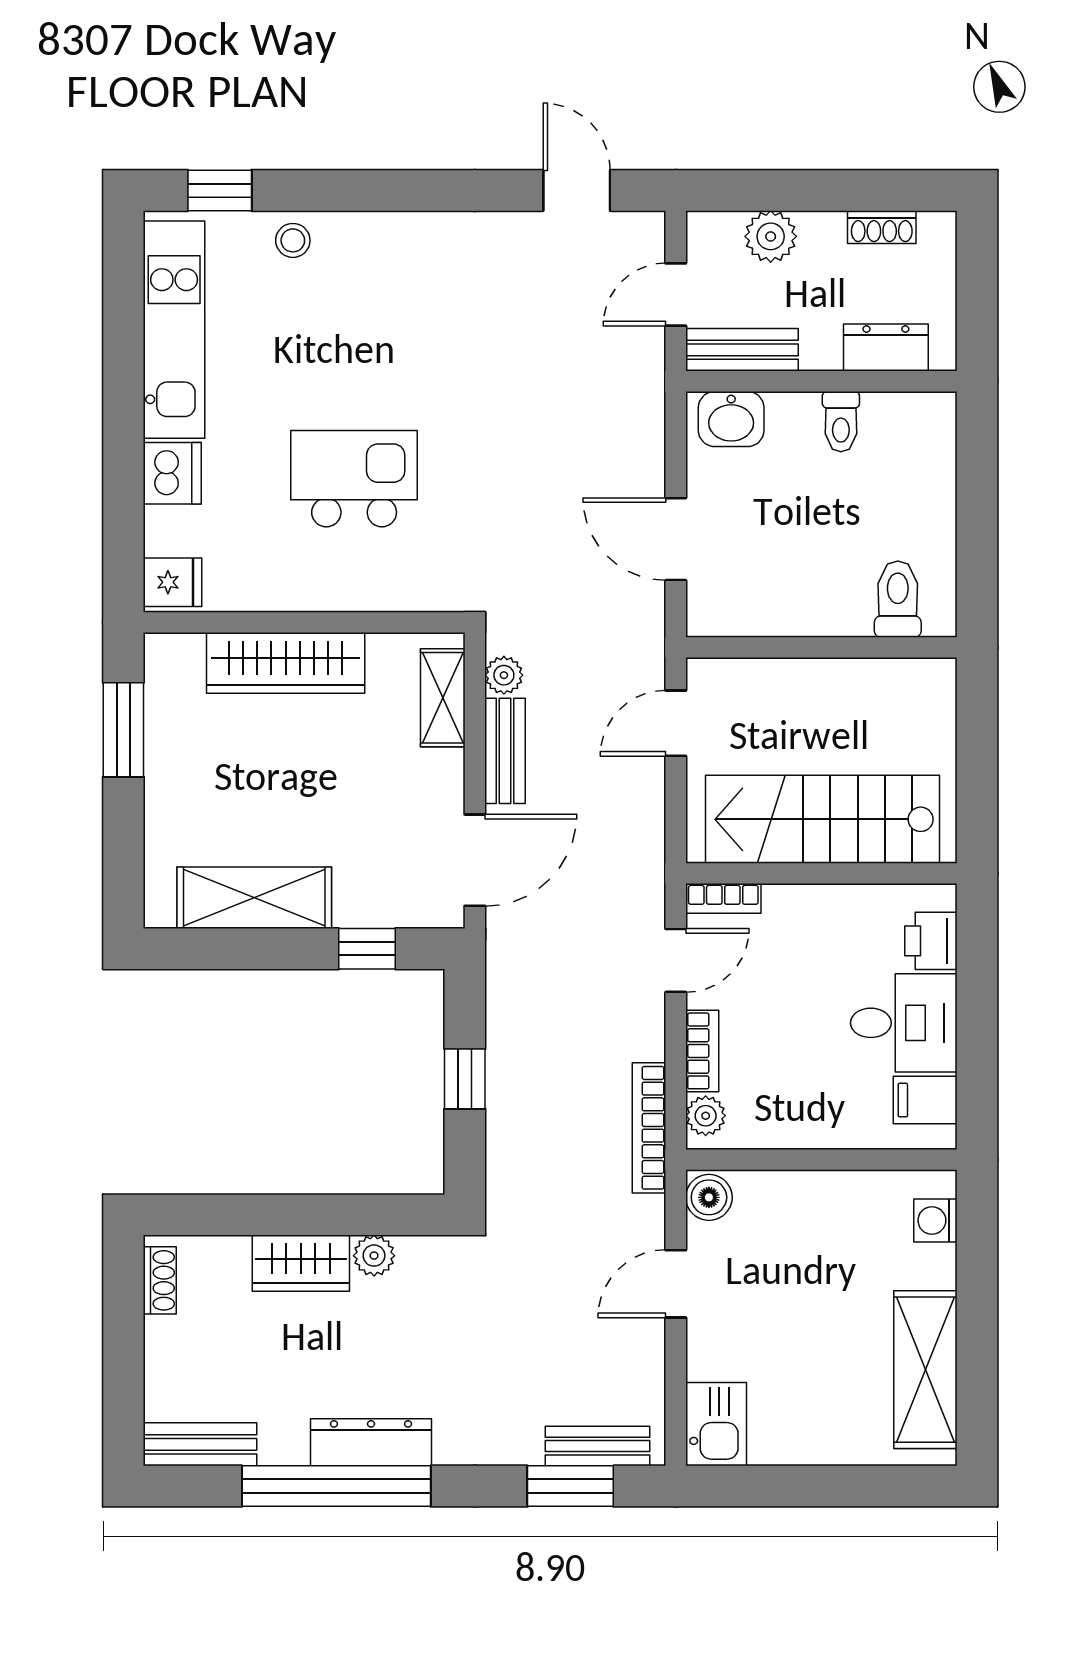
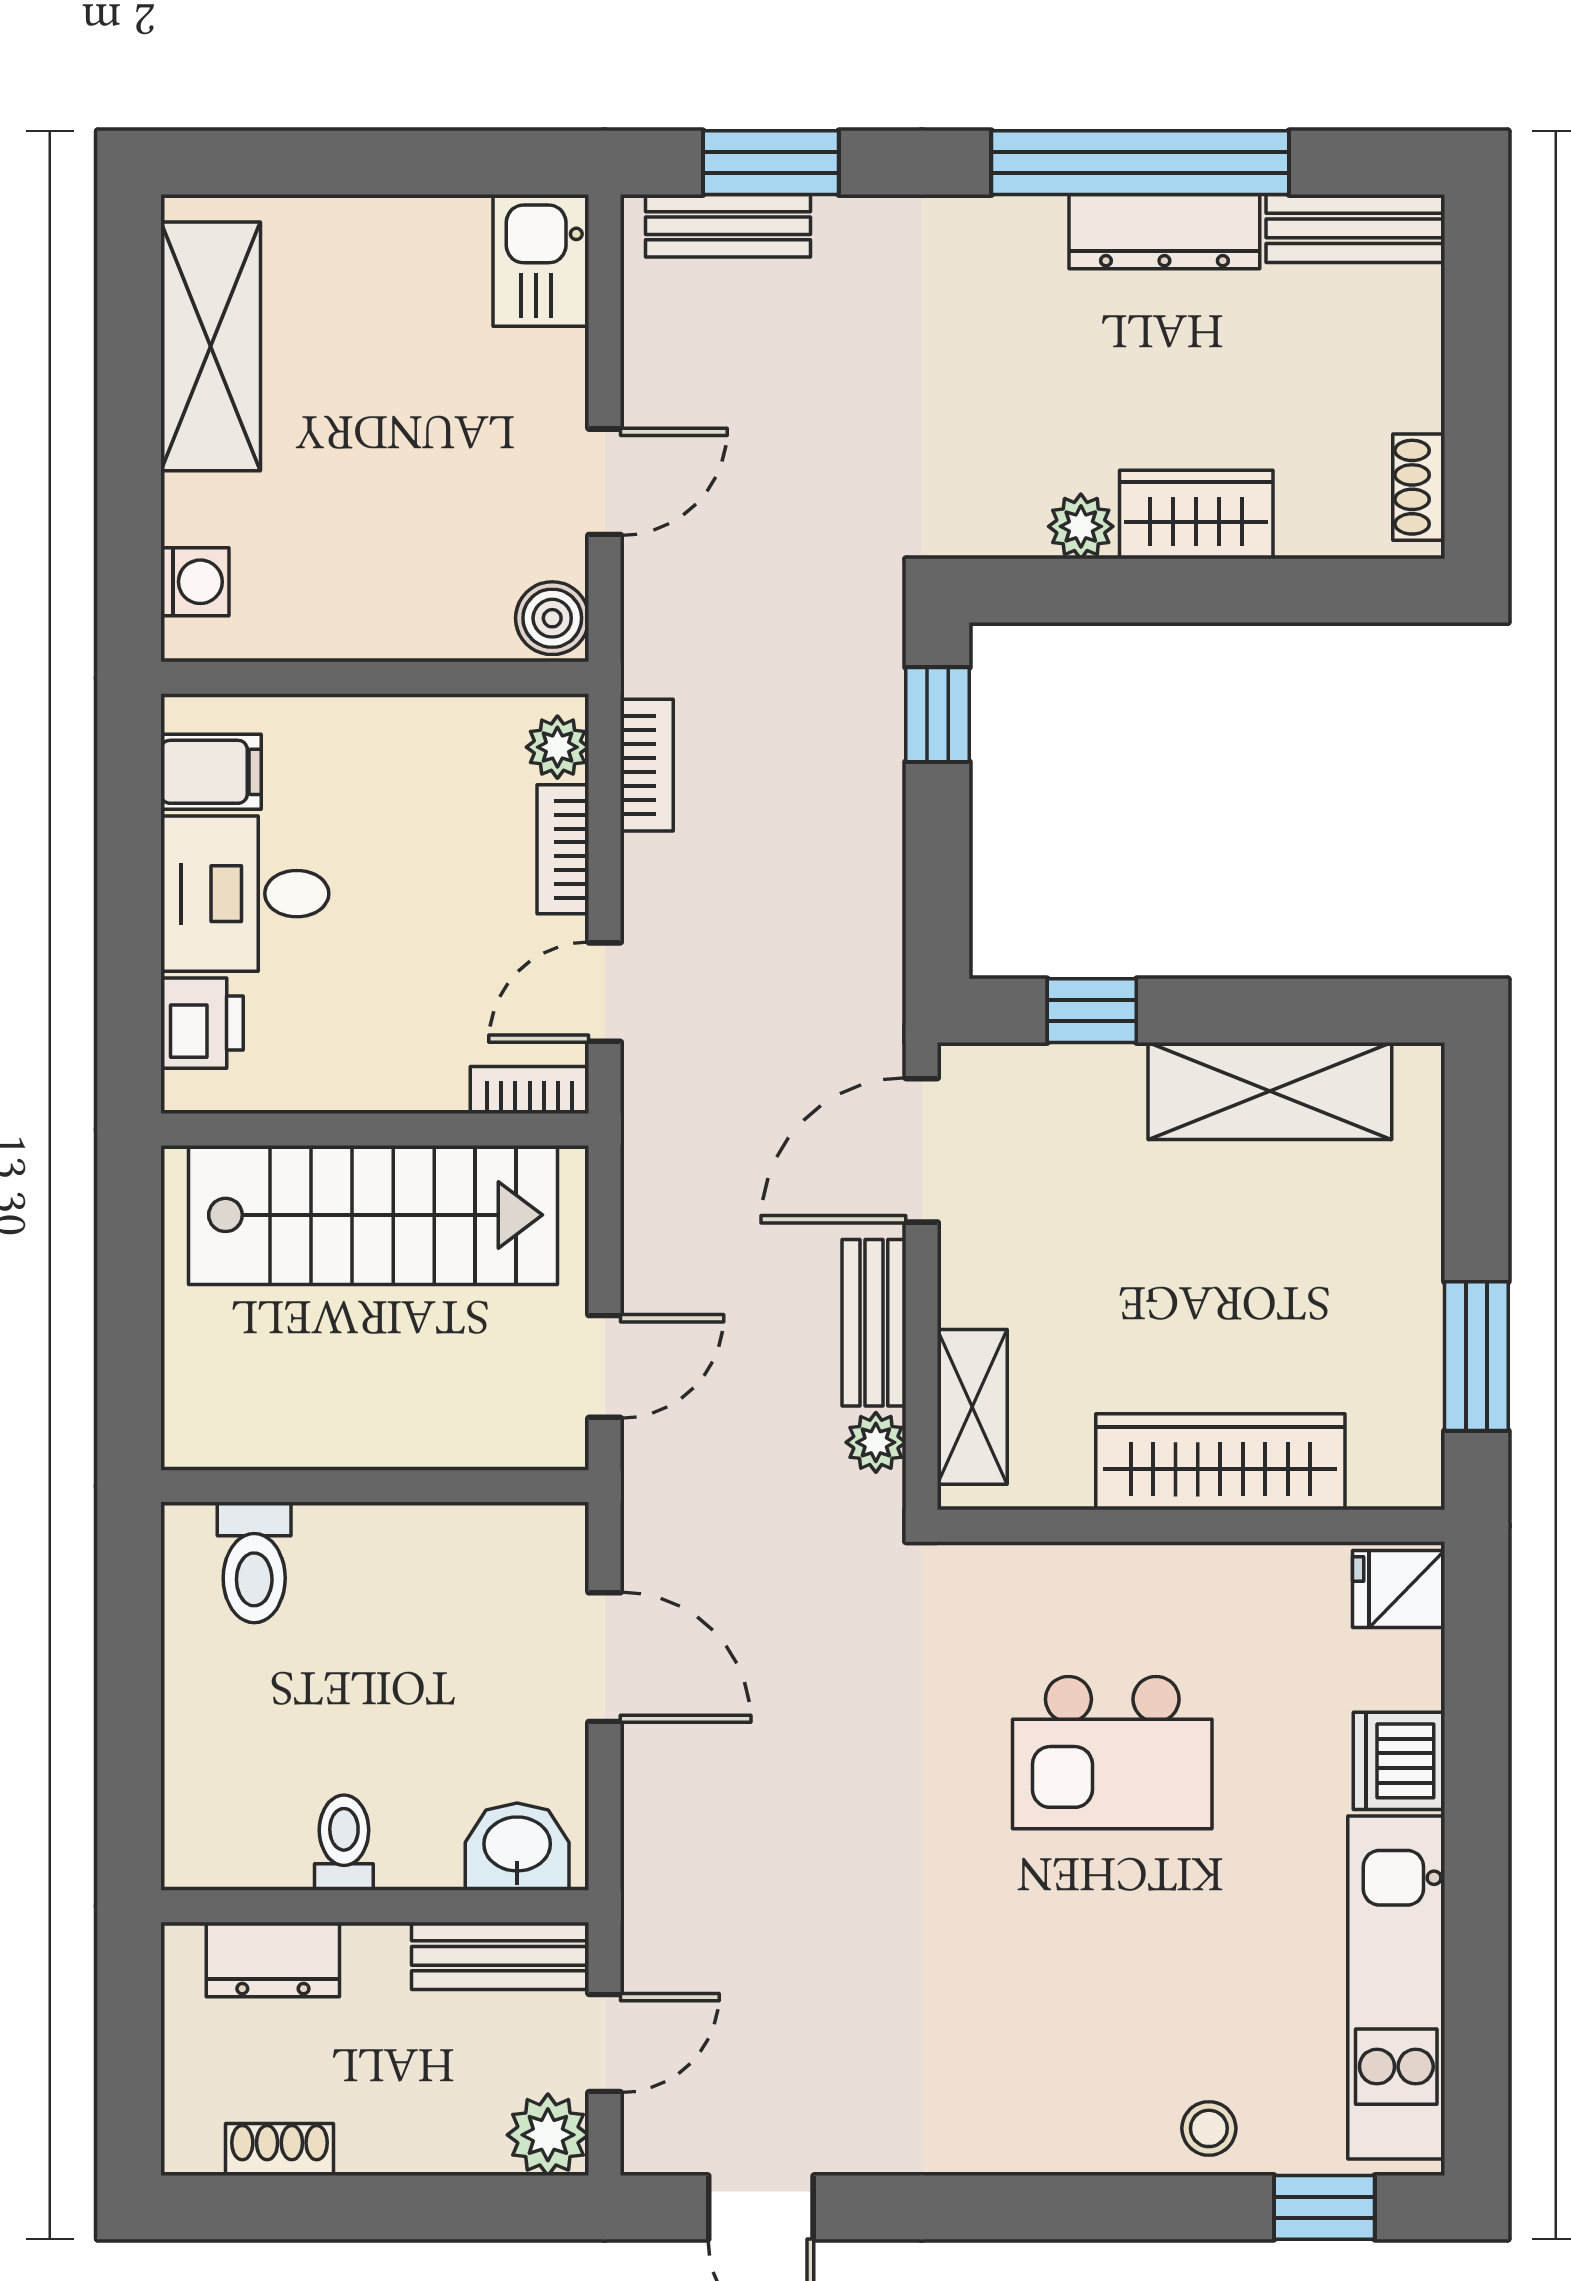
plant: (771, 236) -> (548, 2135), moved
window: (465, 1079) -> (937, 715), moved
bookcase: (649, 1128) -> (647, 765), width x0.64
dresser: (371, 1442) -> (1164, 232), moved

